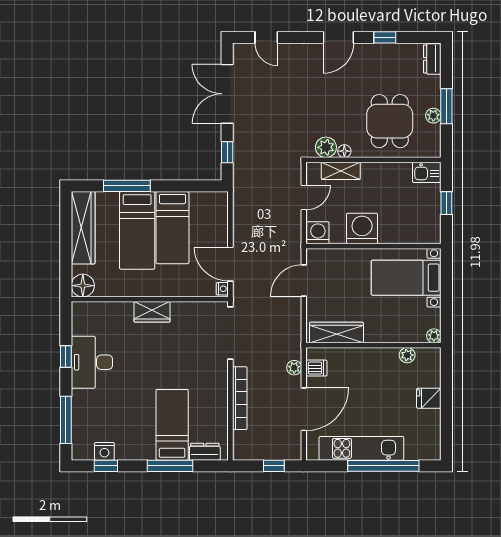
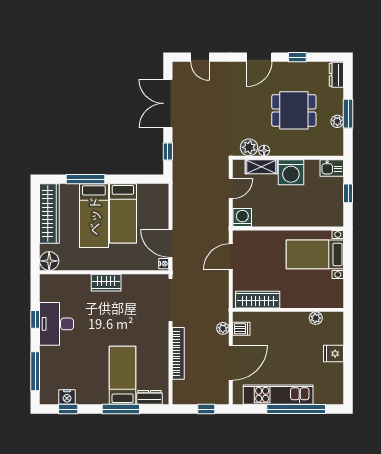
dining table: (390, 121) -> (294, 110), moved, turned 90
washing machine: (362, 228) -> (291, 172), moved, turned 180
plant: (434, 336) -> (338, 302), removed

